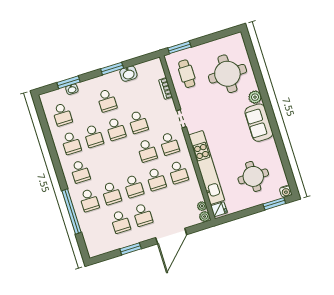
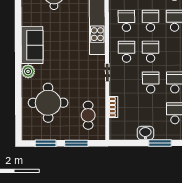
window: (218, 35) -> (46, 143), added
window: (179, 47) -> (76, 143), moved

